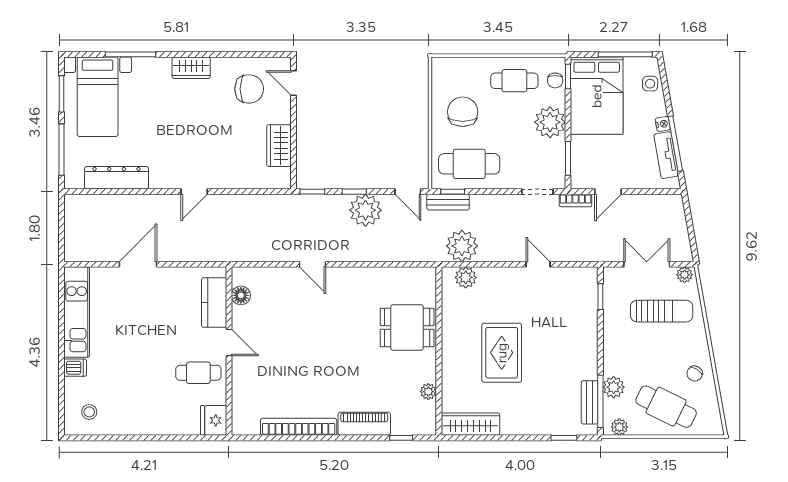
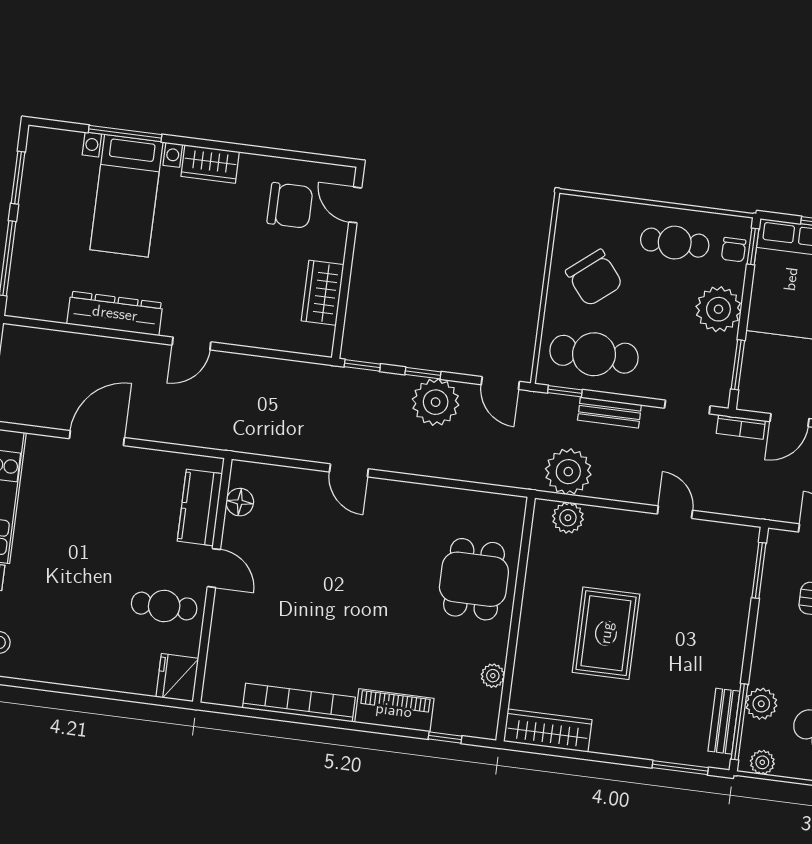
bed with nightstands: (98, 97) -> (126, 196), moved
chair: (463, 112) -> (594, 278), turned 141
dresser: (117, 178) -> (115, 313), moved
bench: (448, 202) -> (609, 412), moved
window: (600, 297) -> (759, 570), width x1.50
dining table: (407, 327) -> (474, 579), turned 90
window: (564, 438) -> (680, 768), width x1.50

